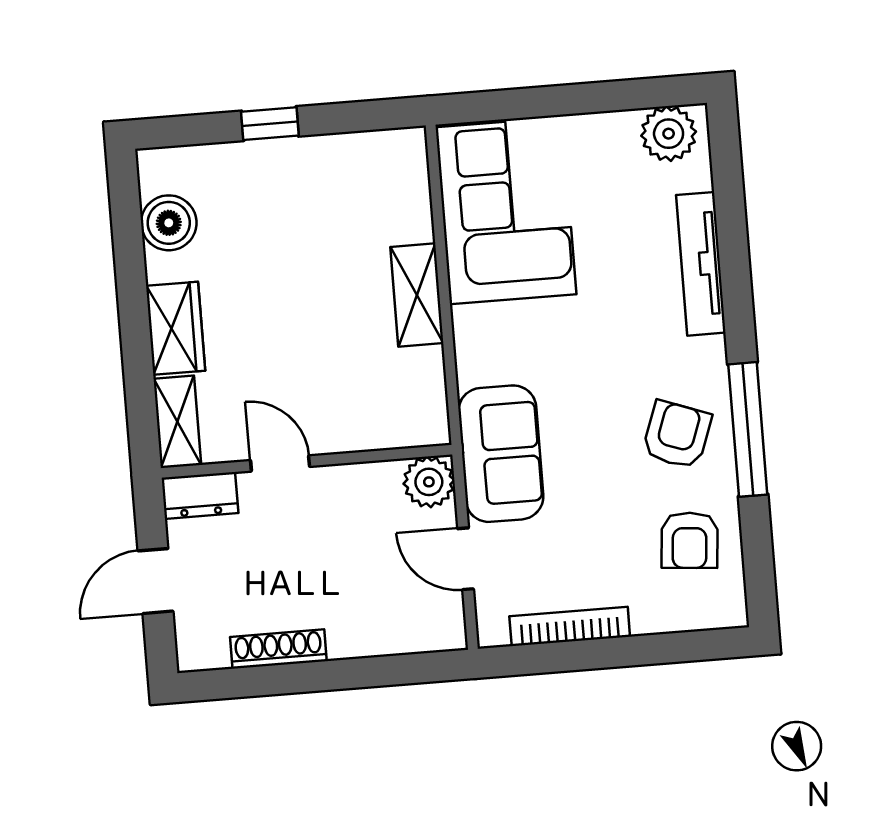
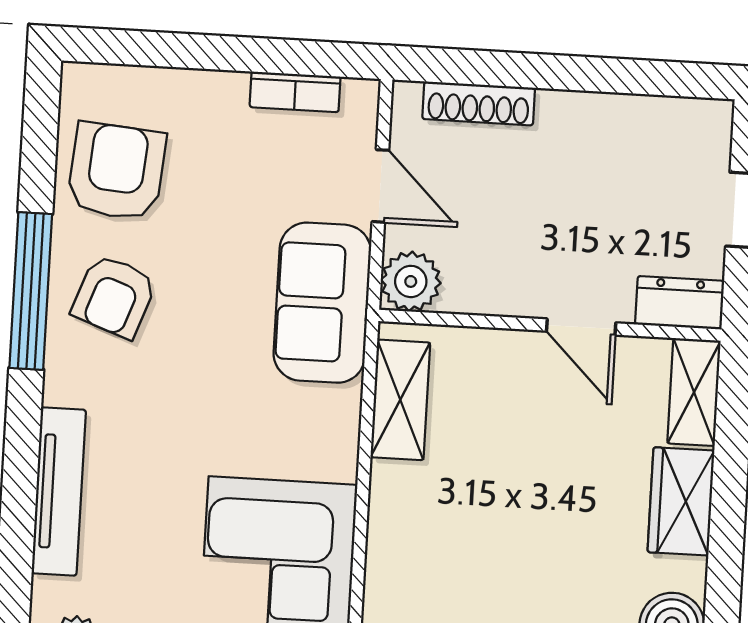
shelving: (417, 295) -> (400, 400), moved
armchair: (690, 540) -> (117, 171), width x1.38, depth x1.38
bookcase: (570, 626) -> (295, 92), width x0.64
shoe rack: (278, 649) -> (479, 103), moved

